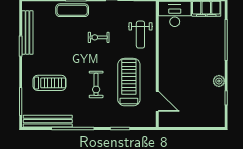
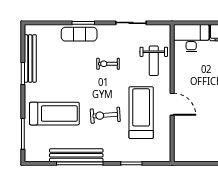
treadmill: (50, 83) -> (54, 114), width x1.37, depth x1.38
exercise bike: (96, 84) -> (105, 115), turned 86
door: (157, 101) -> (172, 104), moved
bench: (48, 121) -> (76, 155), moved

